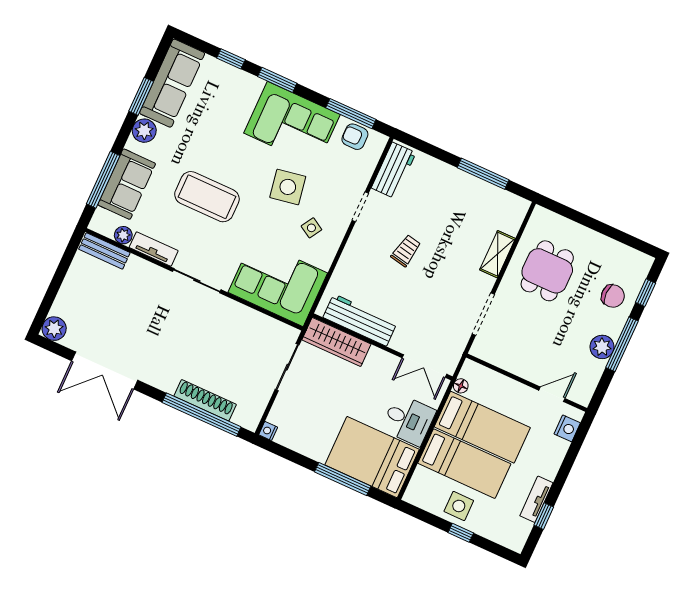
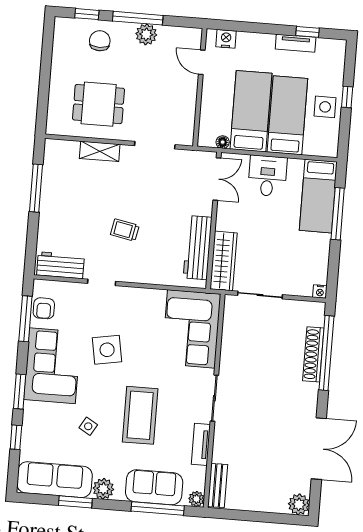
side table: (311, 228) -> (88, 426), moved
plant: (123, 235) -> (196, 499), moved
bed: (372, 457) -> (318, 196), width x0.67

